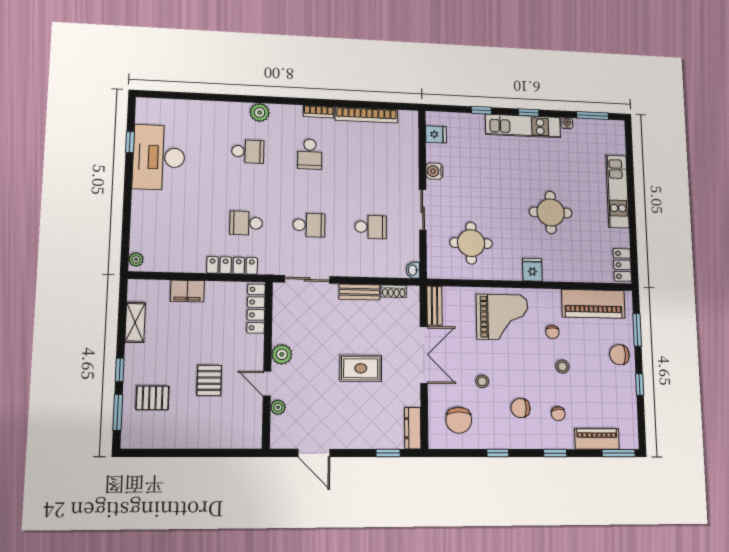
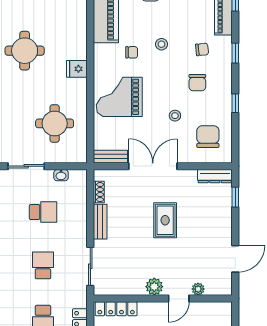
school desk: (371, 227) -> (43, 212), turned 90
washbasin: (413, 270) -> (61, 175), moved
grand piano: (502, 317) -> (119, 97), turned -90
chair: (459, 420) -> (208, 137), turned -90

